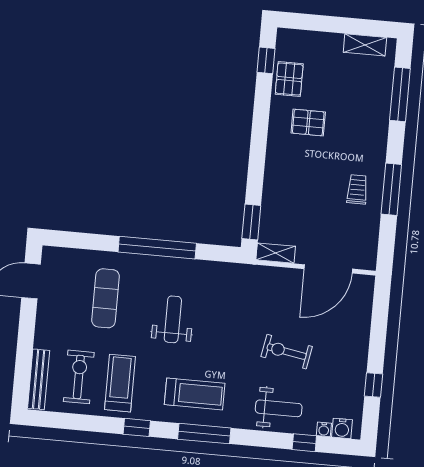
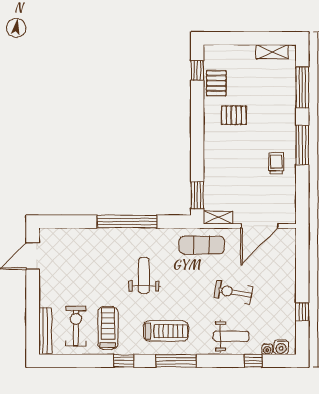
window: (391, 189) -> (302, 145), moved
exercise mat: (105, 298) -> (202, 245), moved, turned 90

